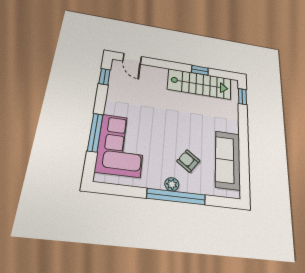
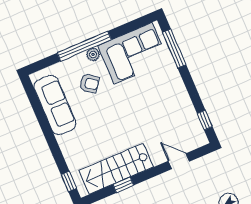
door: (132, 59) -> (179, 161), moved
window: (95, 132) -> (174, 49), moved
corner sofa: (121, 145) -> (133, 53), moved, turned -90

